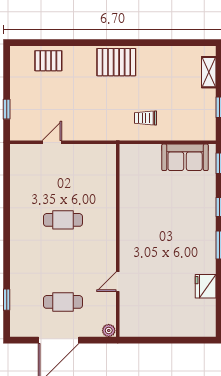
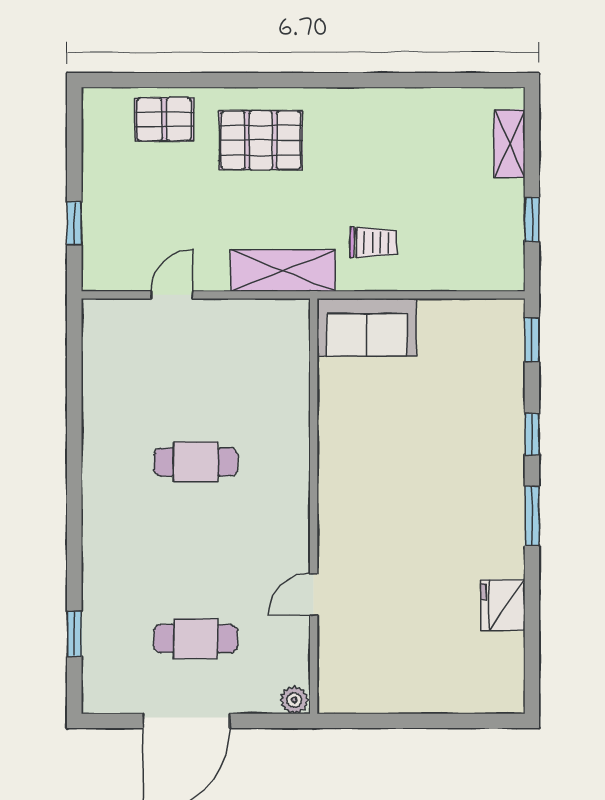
pallet: (116, 62) -> (261, 140), moved
trolley: (145, 118) -> (373, 243), turned 180
shelving: (103, 131) -> (283, 271), added
sofa: (185, 157) -> (367, 327), moved

